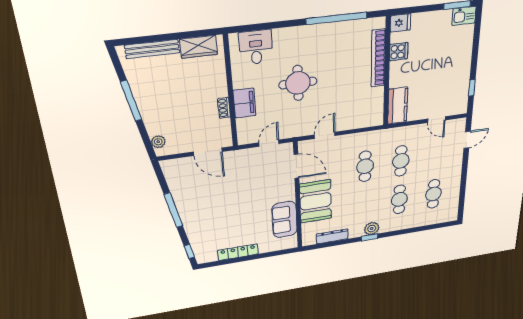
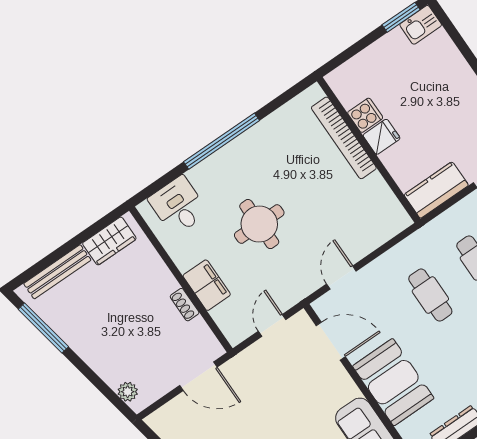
window: (337, 18) -> (222, 141), moved
fridge: (400, 23) -> (382, 137), moved
window: (131, 101) -> (43, 328), moved
kitchen counter: (398, 106) -> (436, 190), moved, turned -90

